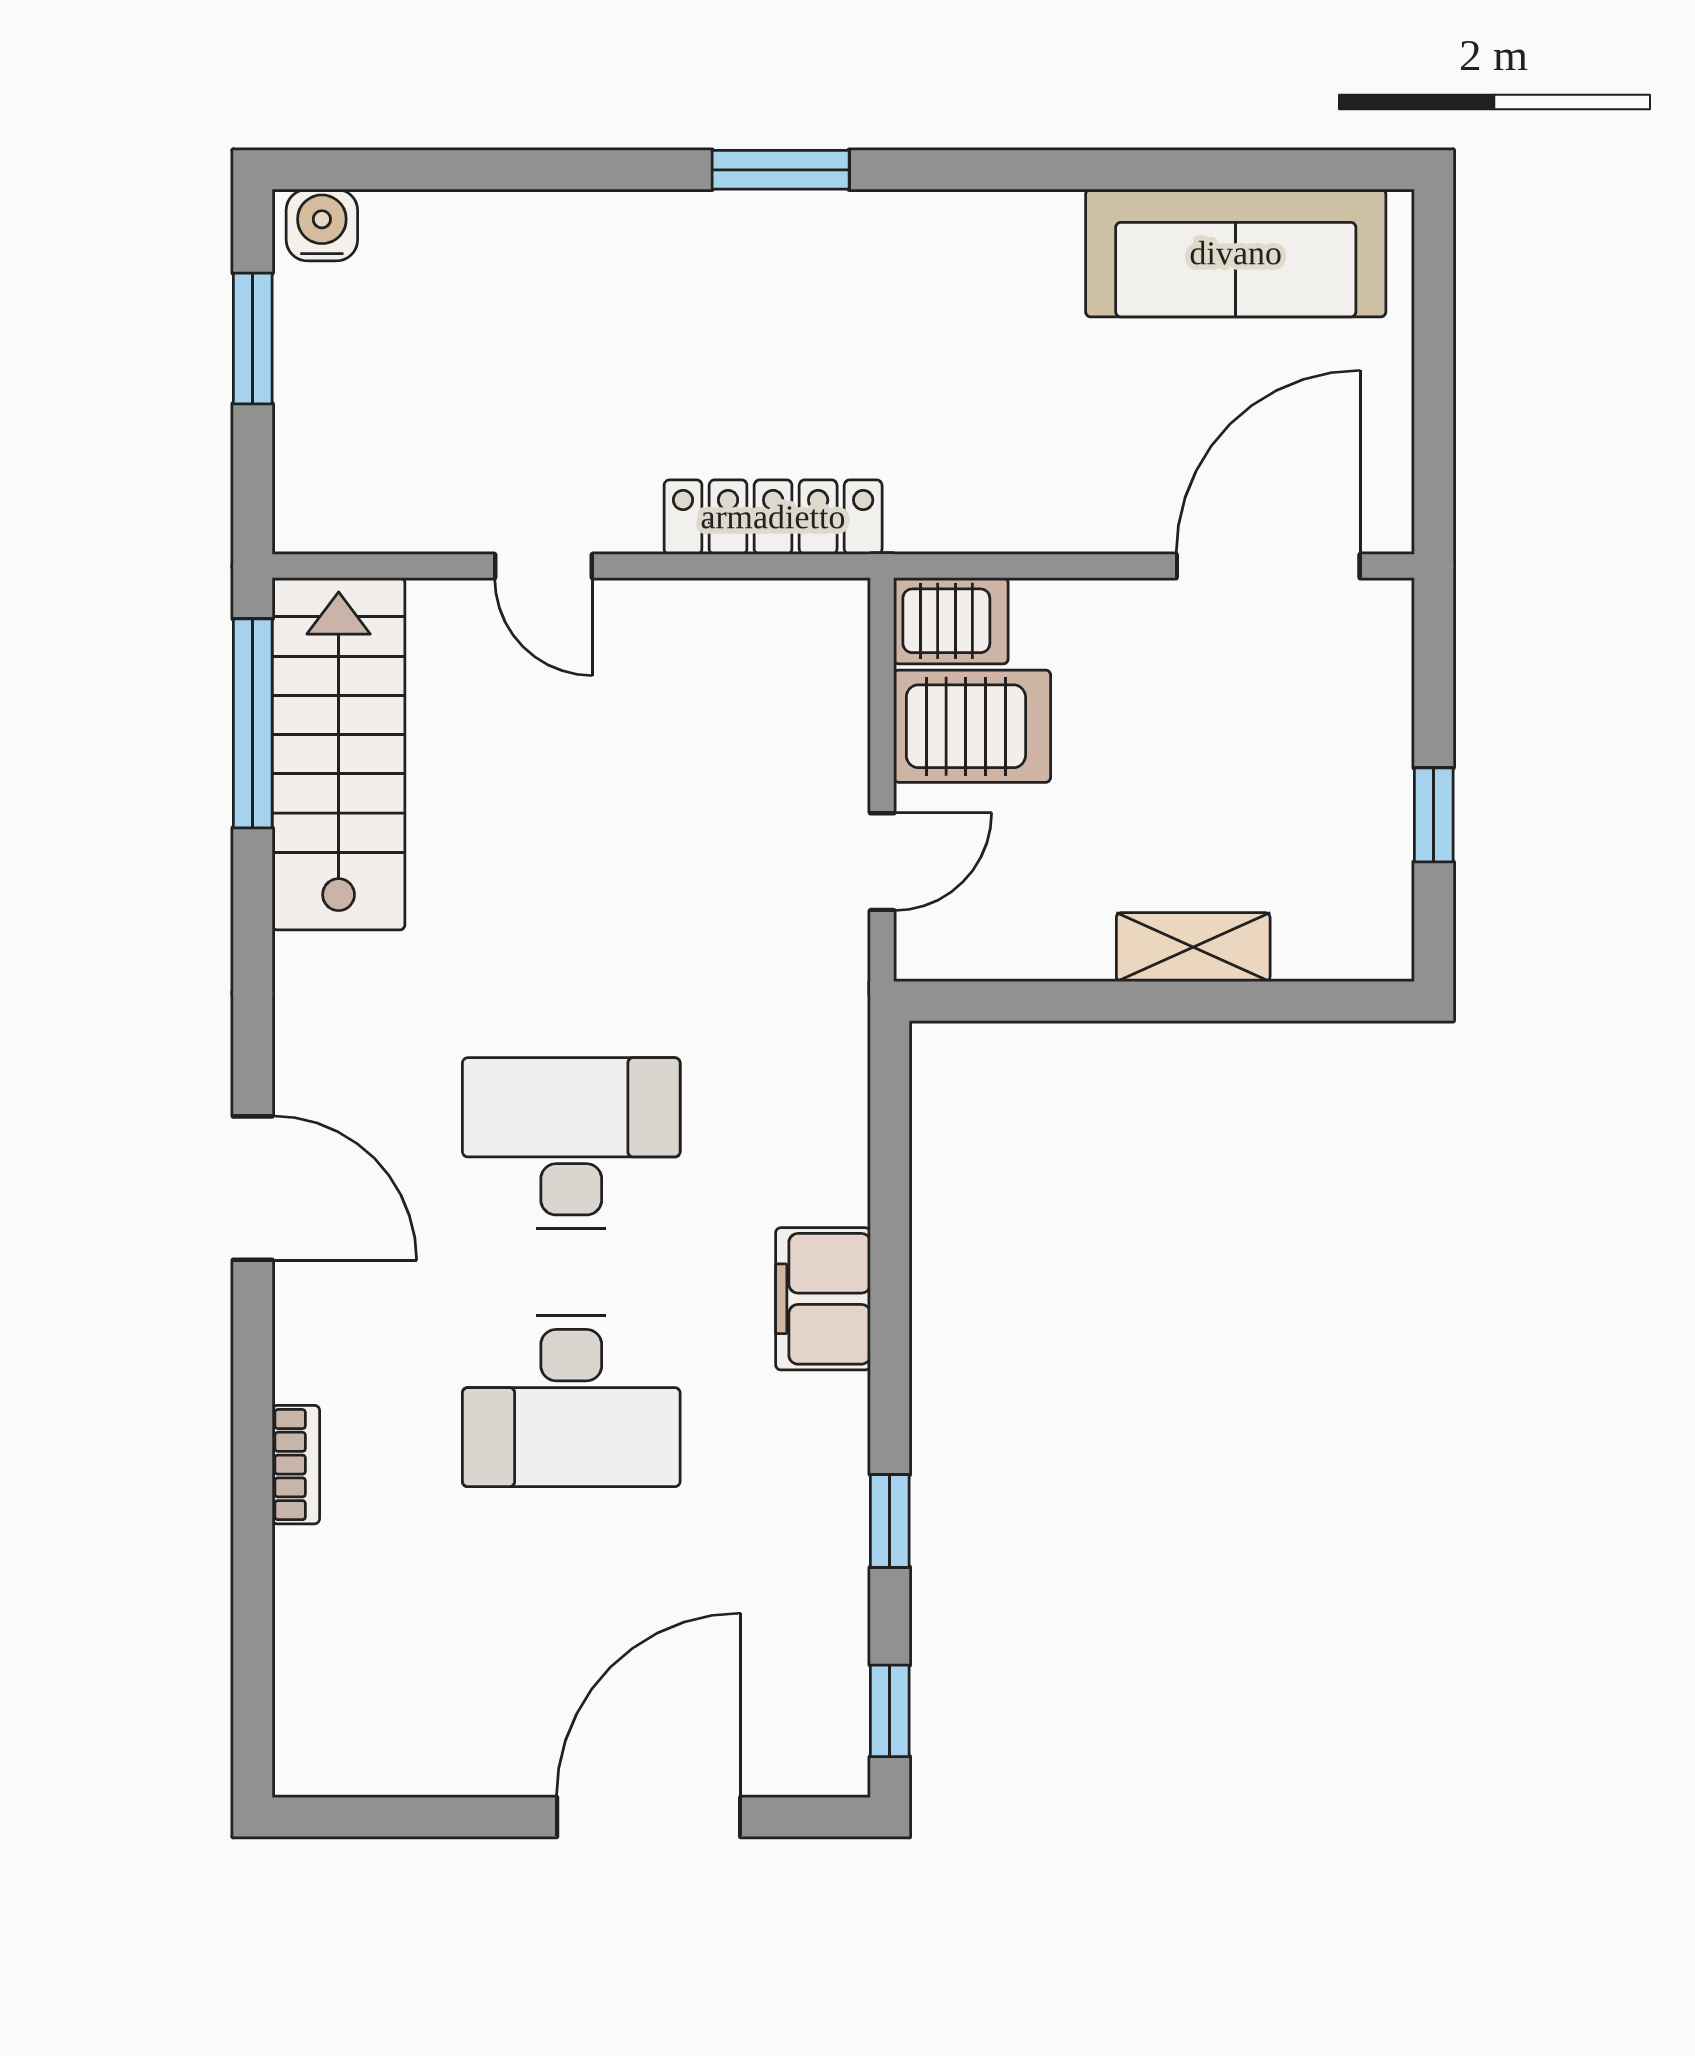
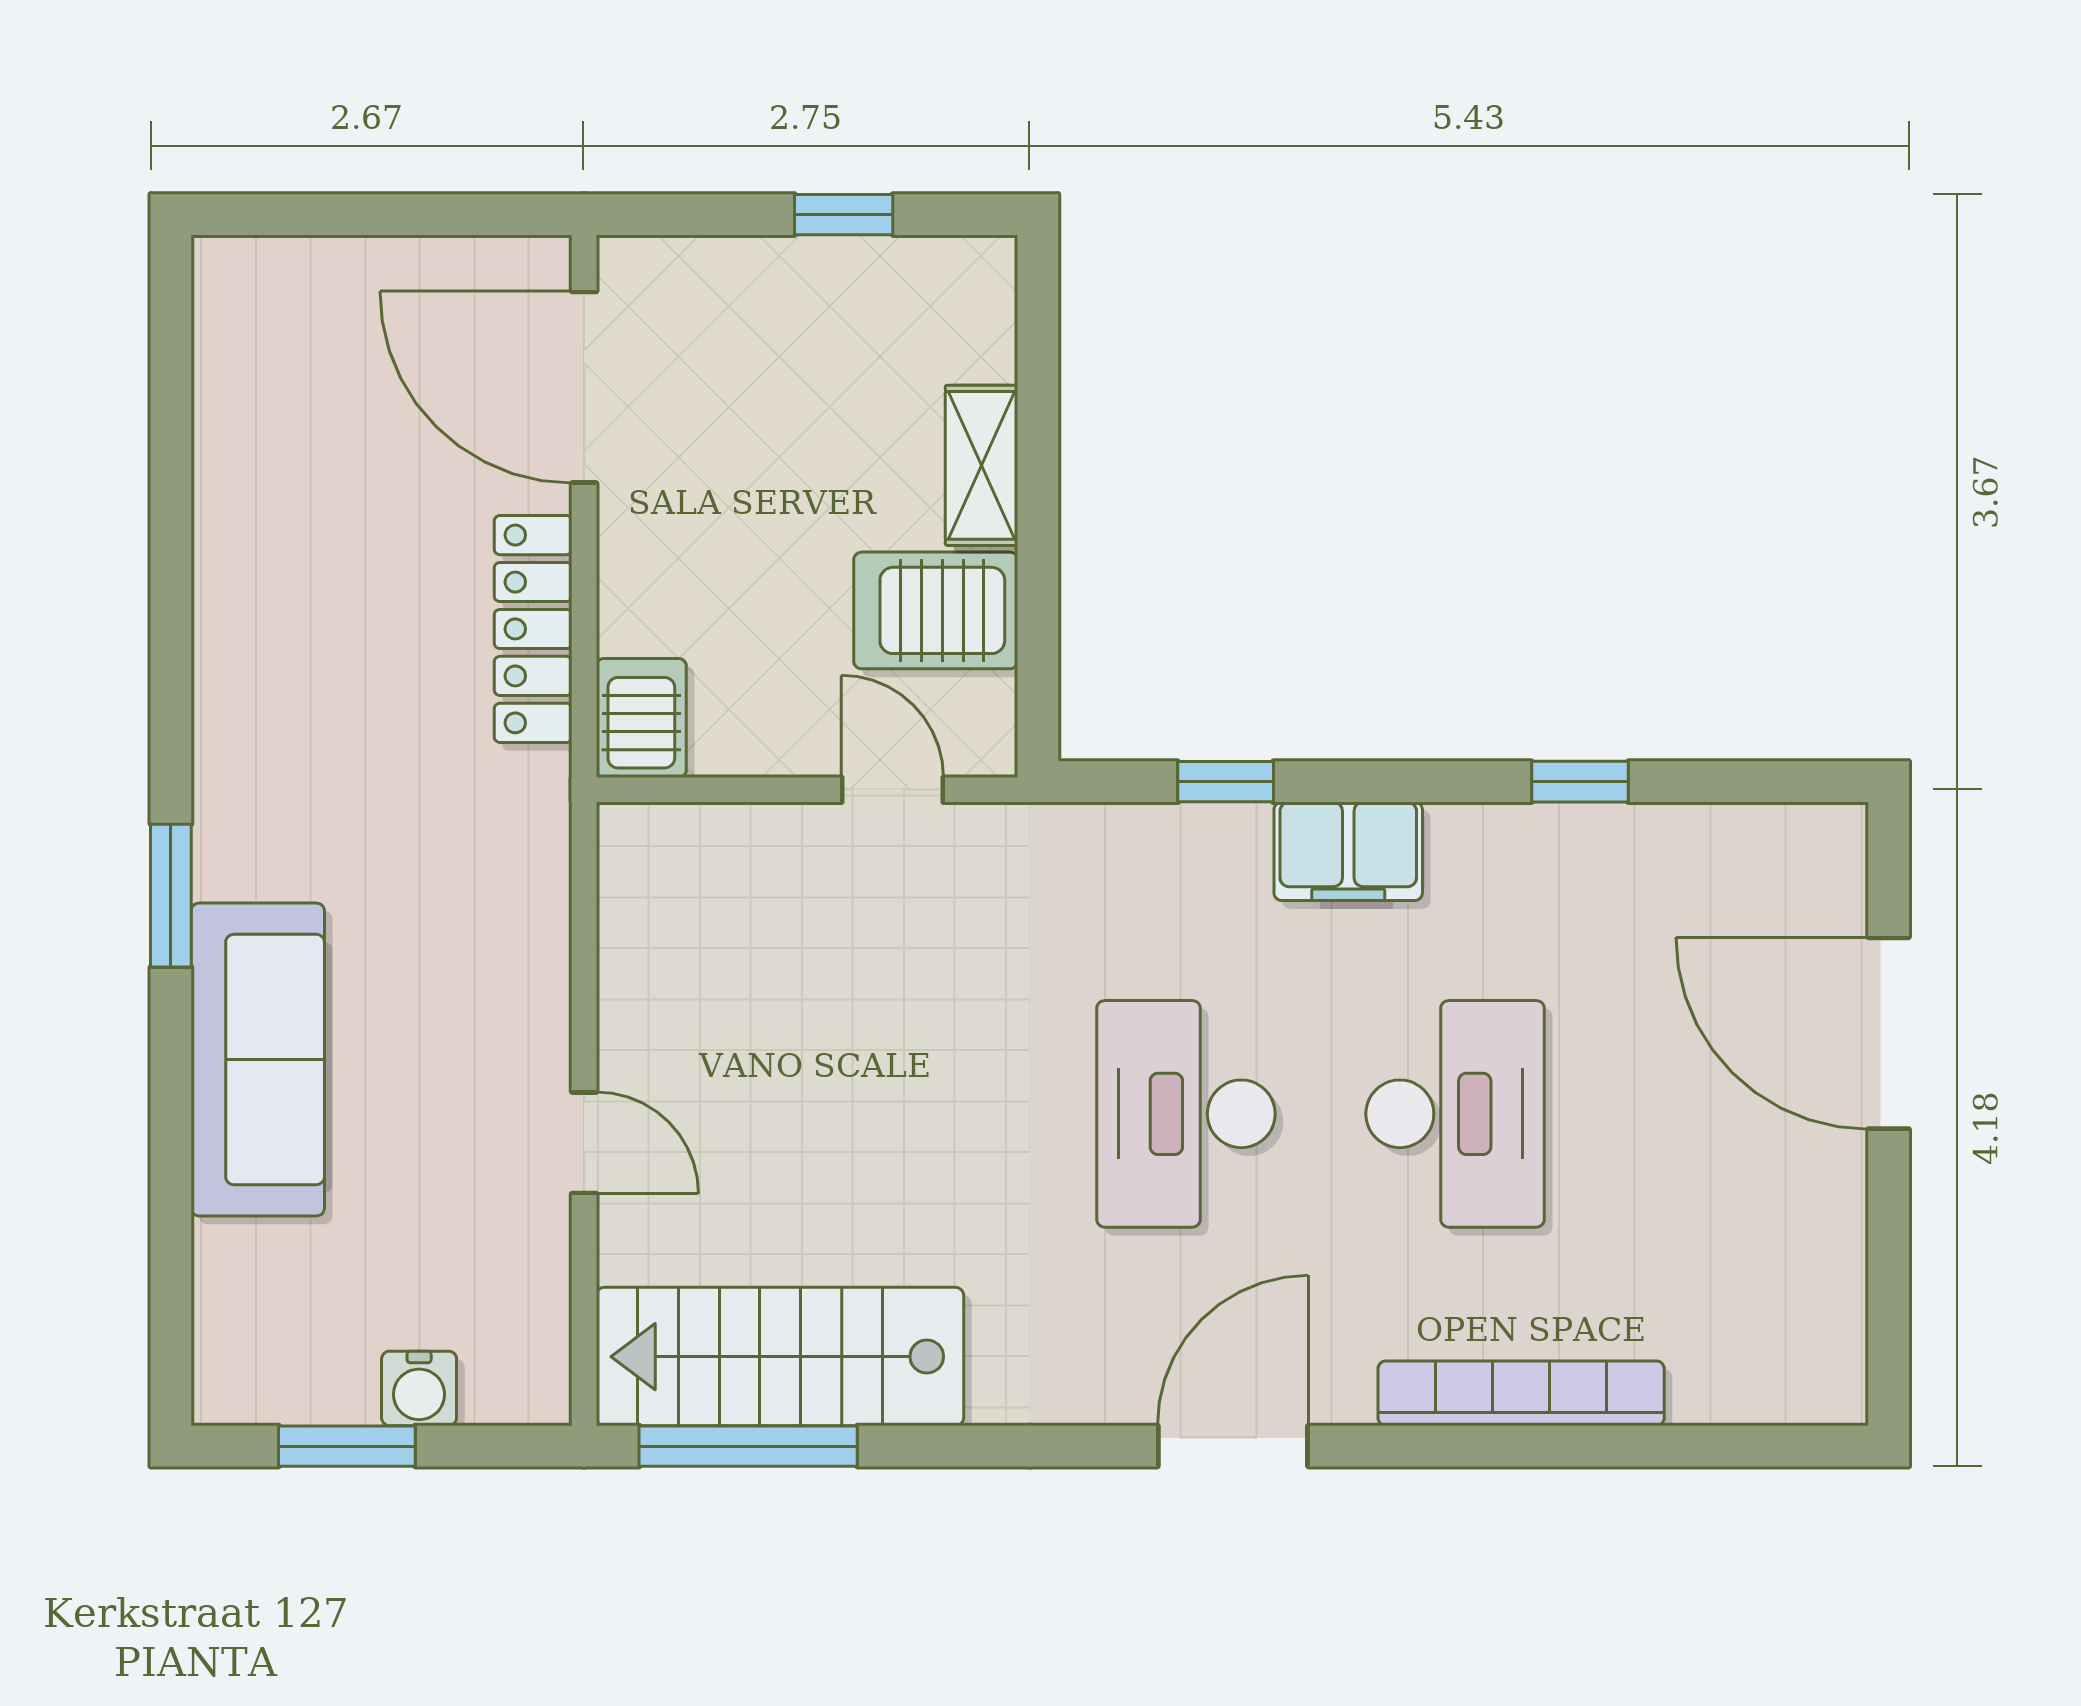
water cooler: (322, 225) -> (419, 1388), moved, turned -90
sofa: (1236, 253) -> (258, 1060), moved
locker: (773, 517) -> (533, 629), moved
door: (543, 566) -> (584, 1143), hinge flipped
server rack: (972, 726) -> (936, 610), moved, turned -90
bookcase: (296, 1465) -> (1521, 1393), width x2.31, depth x1.31
window: (890, 1711) -> (1226, 782), moved

